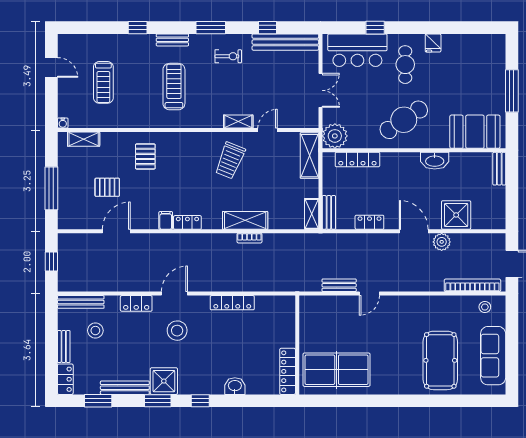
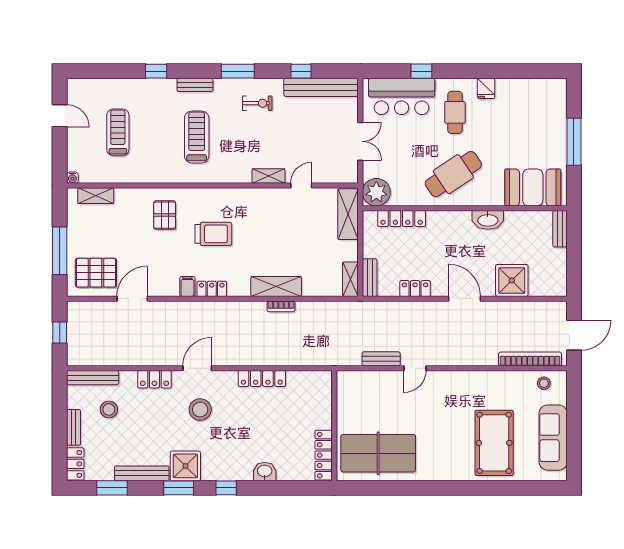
treadmill: (103, 82) -> (118, 132), turned 180
trolley: (230, 160) -> (213, 234), moved, turned -112
pallet: (107, 187) -> (96, 273), moved, width x1.50, depth x1.42
plant: (442, 242) -> (496, 310), removed

